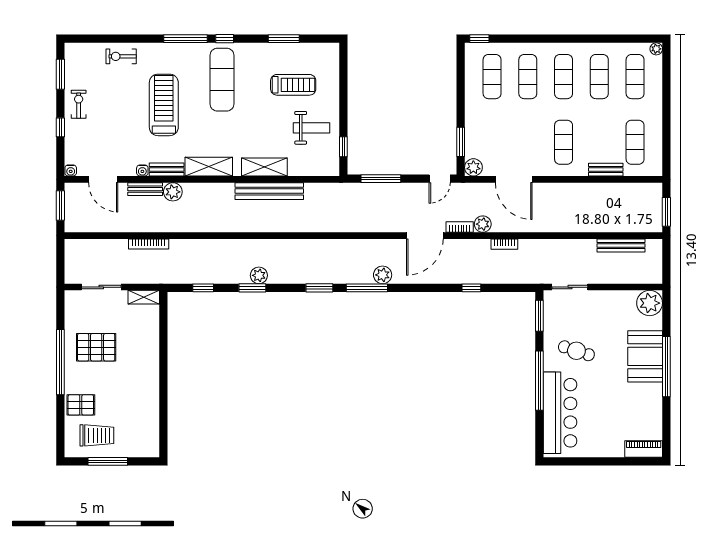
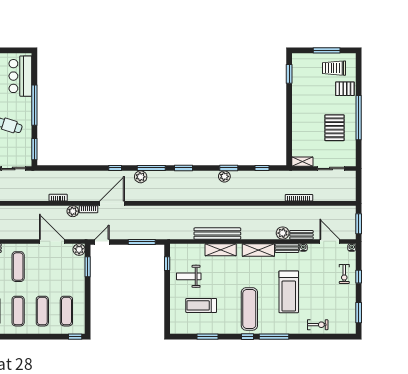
exercise bike: (79, 104) -> (344, 274), moved
window: (471, 288) -> (115, 168), moved
pallet: (96, 347) -> (335, 128), turned 90
bar counter: (560, 413) -> (20, 76), width x0.73
window: (163, 427) -> (289, 74), added

